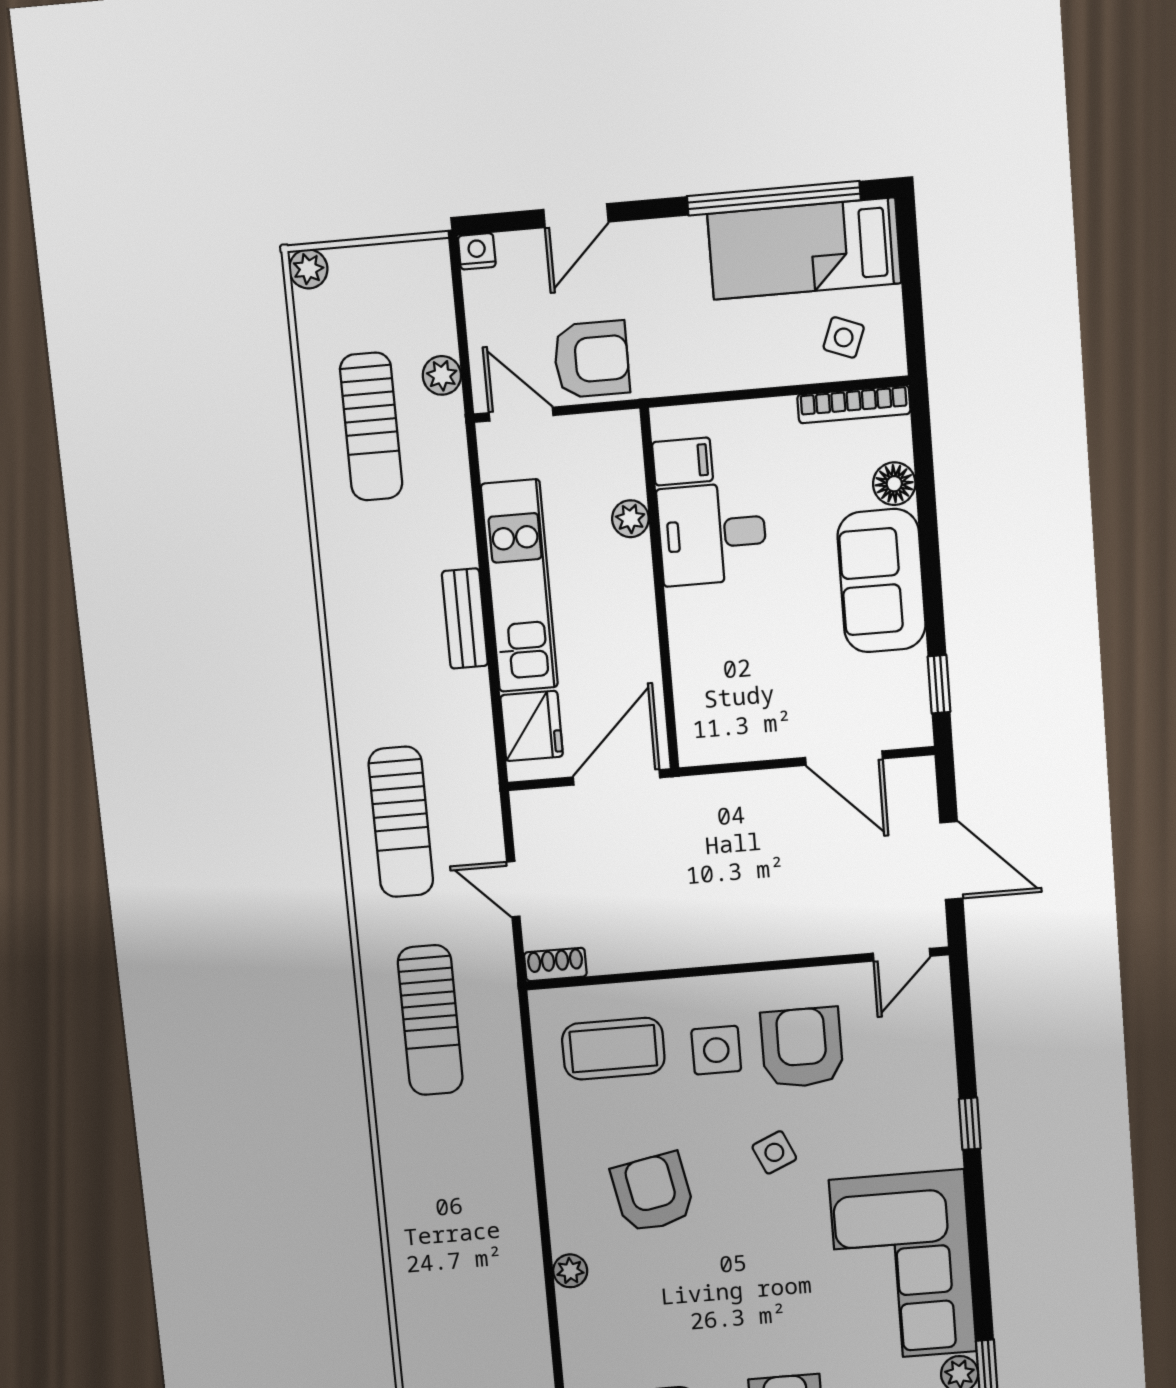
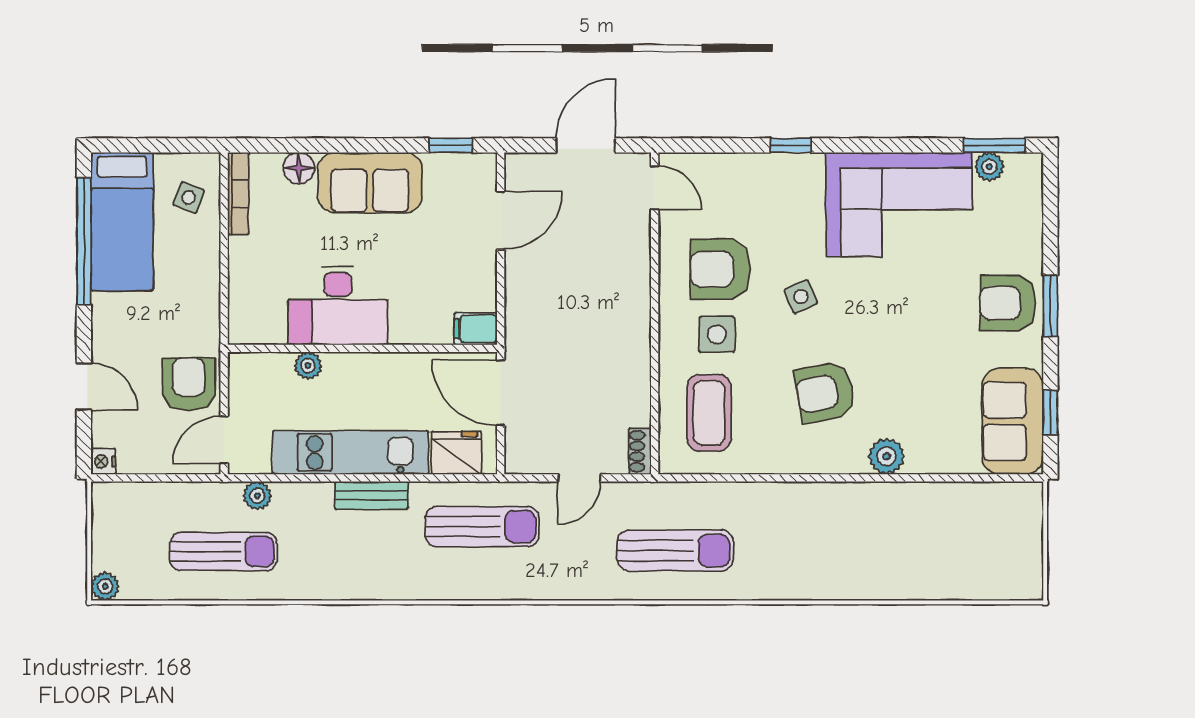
plant: (442, 375) -> (257, 496), moved
filing cabinet: (683, 461) -> (476, 329), moved, turned -90
desk: (712, 534) -> (338, 306), width x1.37
sun lounger: (401, 822) -> (482, 527), moved
plant: (570, 1271) -> (886, 456), width x1.38, depth x1.38

